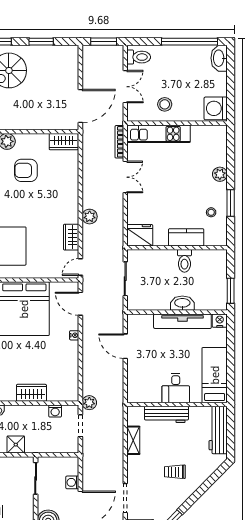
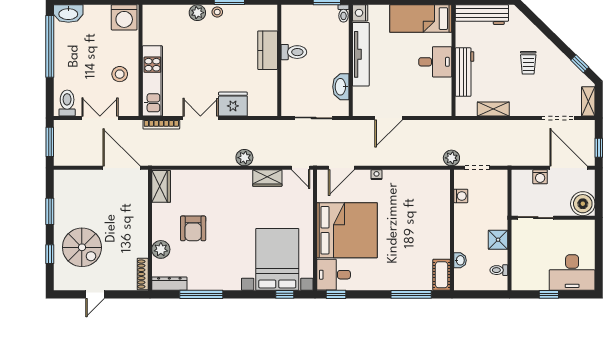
stool: (211, 212) -> (217, 12), moved
fridge: (140, 235) -> (233, 104), moved, turned 90
washbasin: (182, 303) -> (341, 87), moved
toilet: (219, 306) -> (344, 13), added
wardrobe: (31, 393) -> (441, 222), removed

